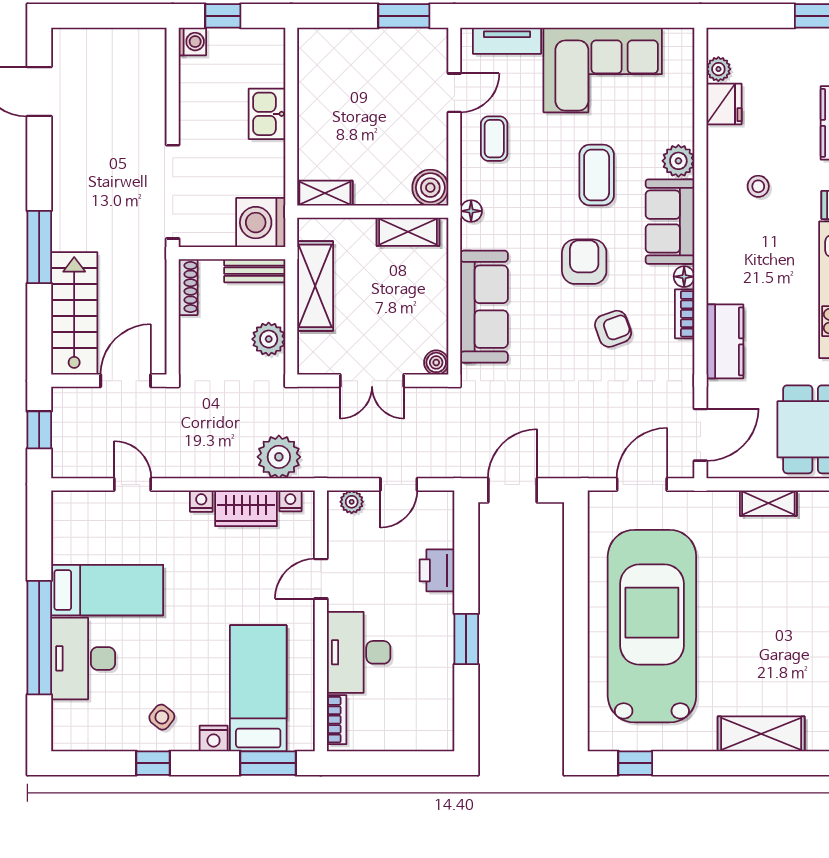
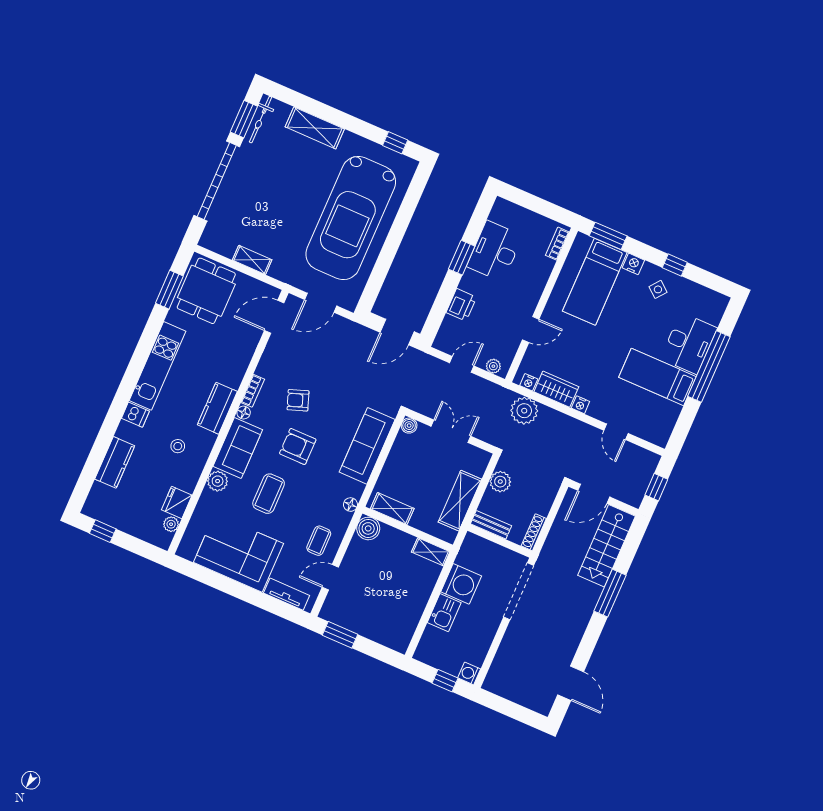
washing machine: (261, 223) -> (461, 584), moved
armchair: (584, 262) -> (298, 446), turned 90
kitchen counter: (725, 341) -> (217, 408), moved
desk: (359, 652) -> (495, 251), moved, turned 180

